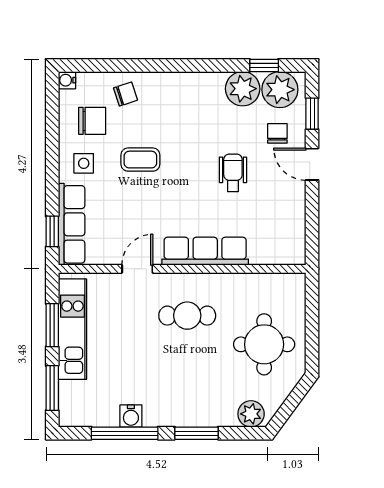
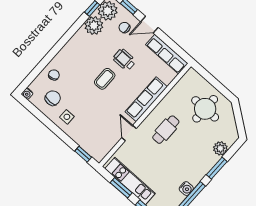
coffee table: (140, 160) -> (105, 79), moved
row of seats: (72, 224) -> (167, 54), moved, turned 180
plant: (251, 414) -> (220, 148), moved

